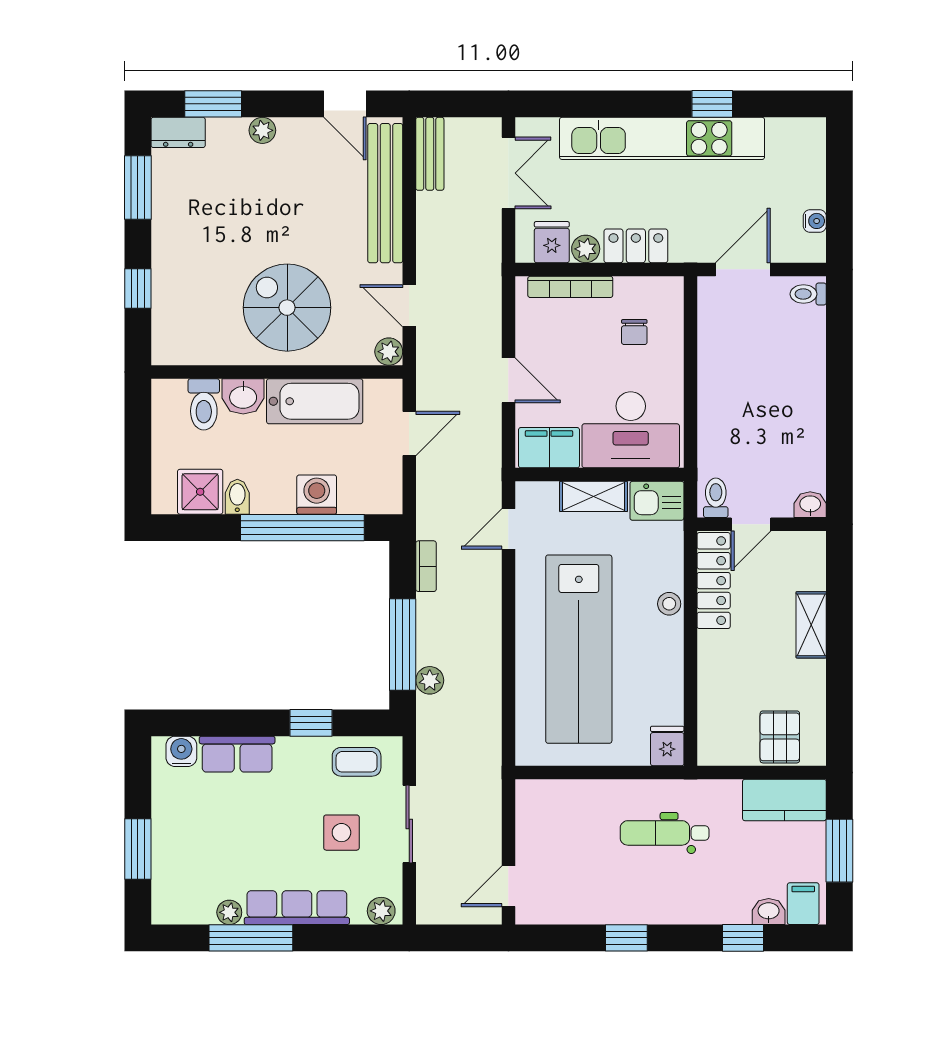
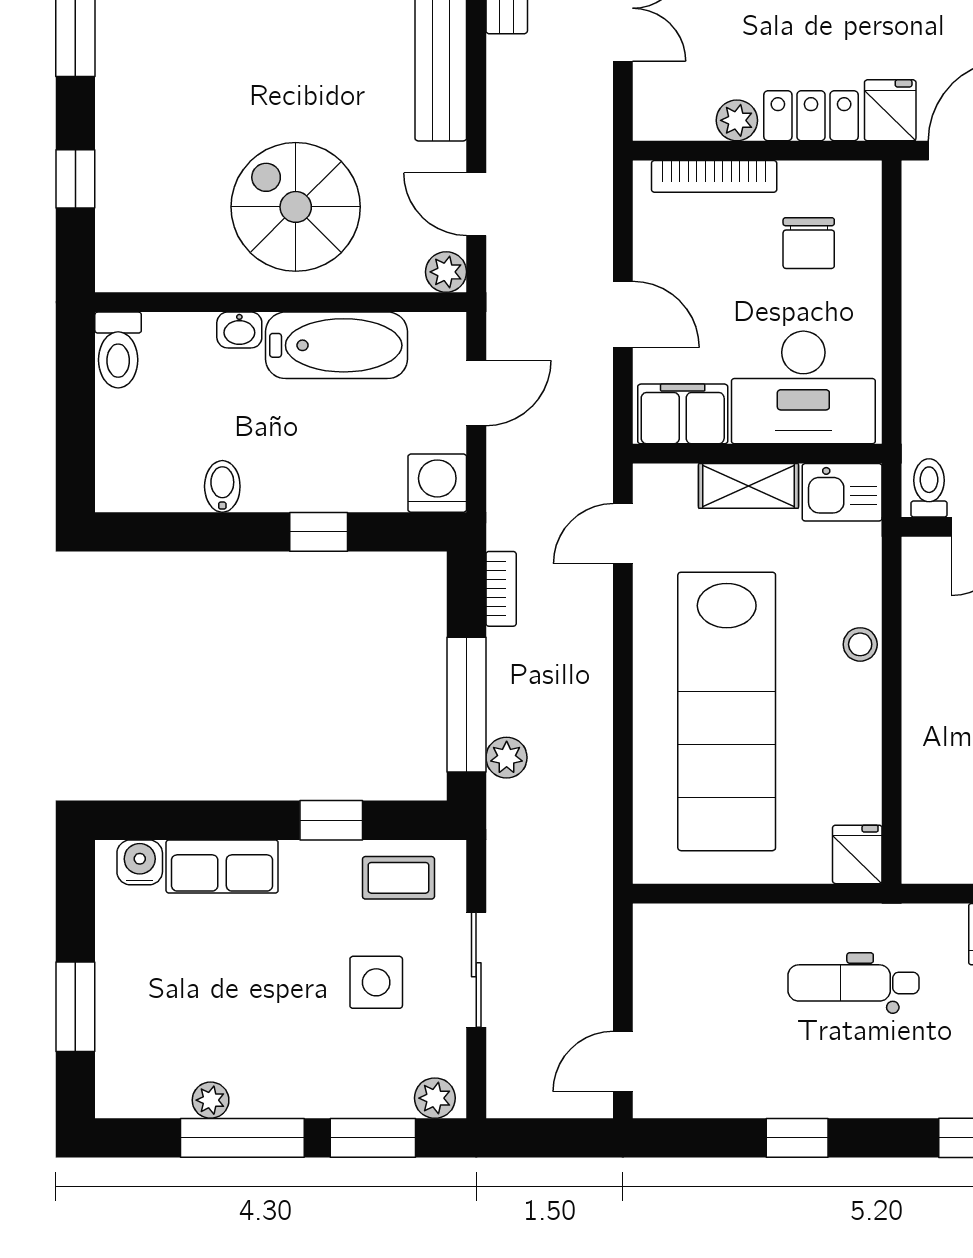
fridge: (552, 242) -> (890, 110), moved
chair: (634, 332) -> (809, 243), width x1.37, depth x1.37
washbasin: (243, 396) -> (239, 330), width x0.72, depth x0.69
toilet: (204, 404) -> (118, 350), moved
shower: (200, 492) -> (167, 479), removed
washing machine: (317, 495) -> (437, 483), moved
window: (302, 528) -> (319, 532), width x0.32
locker: (714, 581) -> (926, 610), removed
row of seats: (297, 908) -> (310, 1093), removed
window: (339, 938) -> (373, 1138), added

